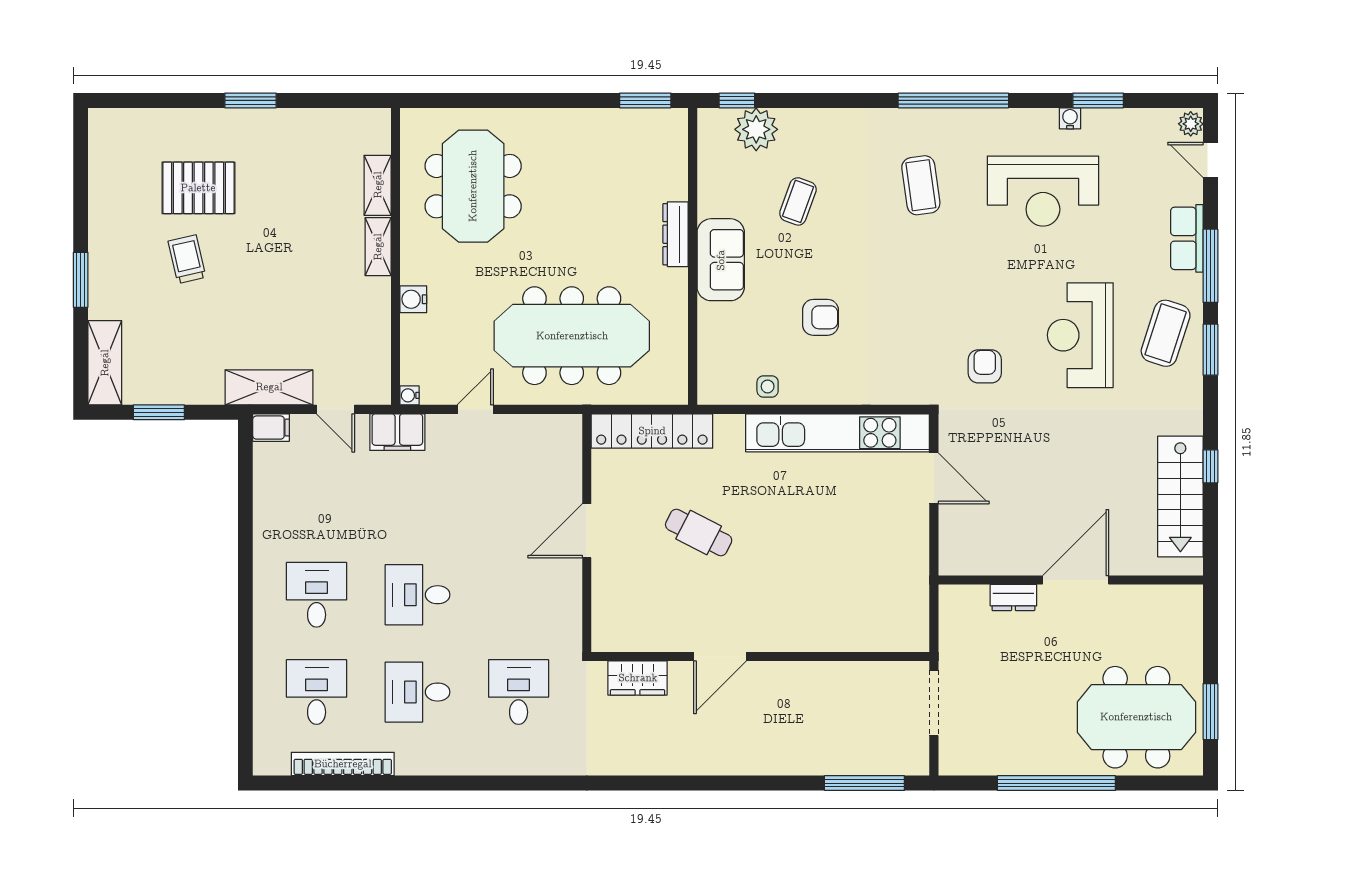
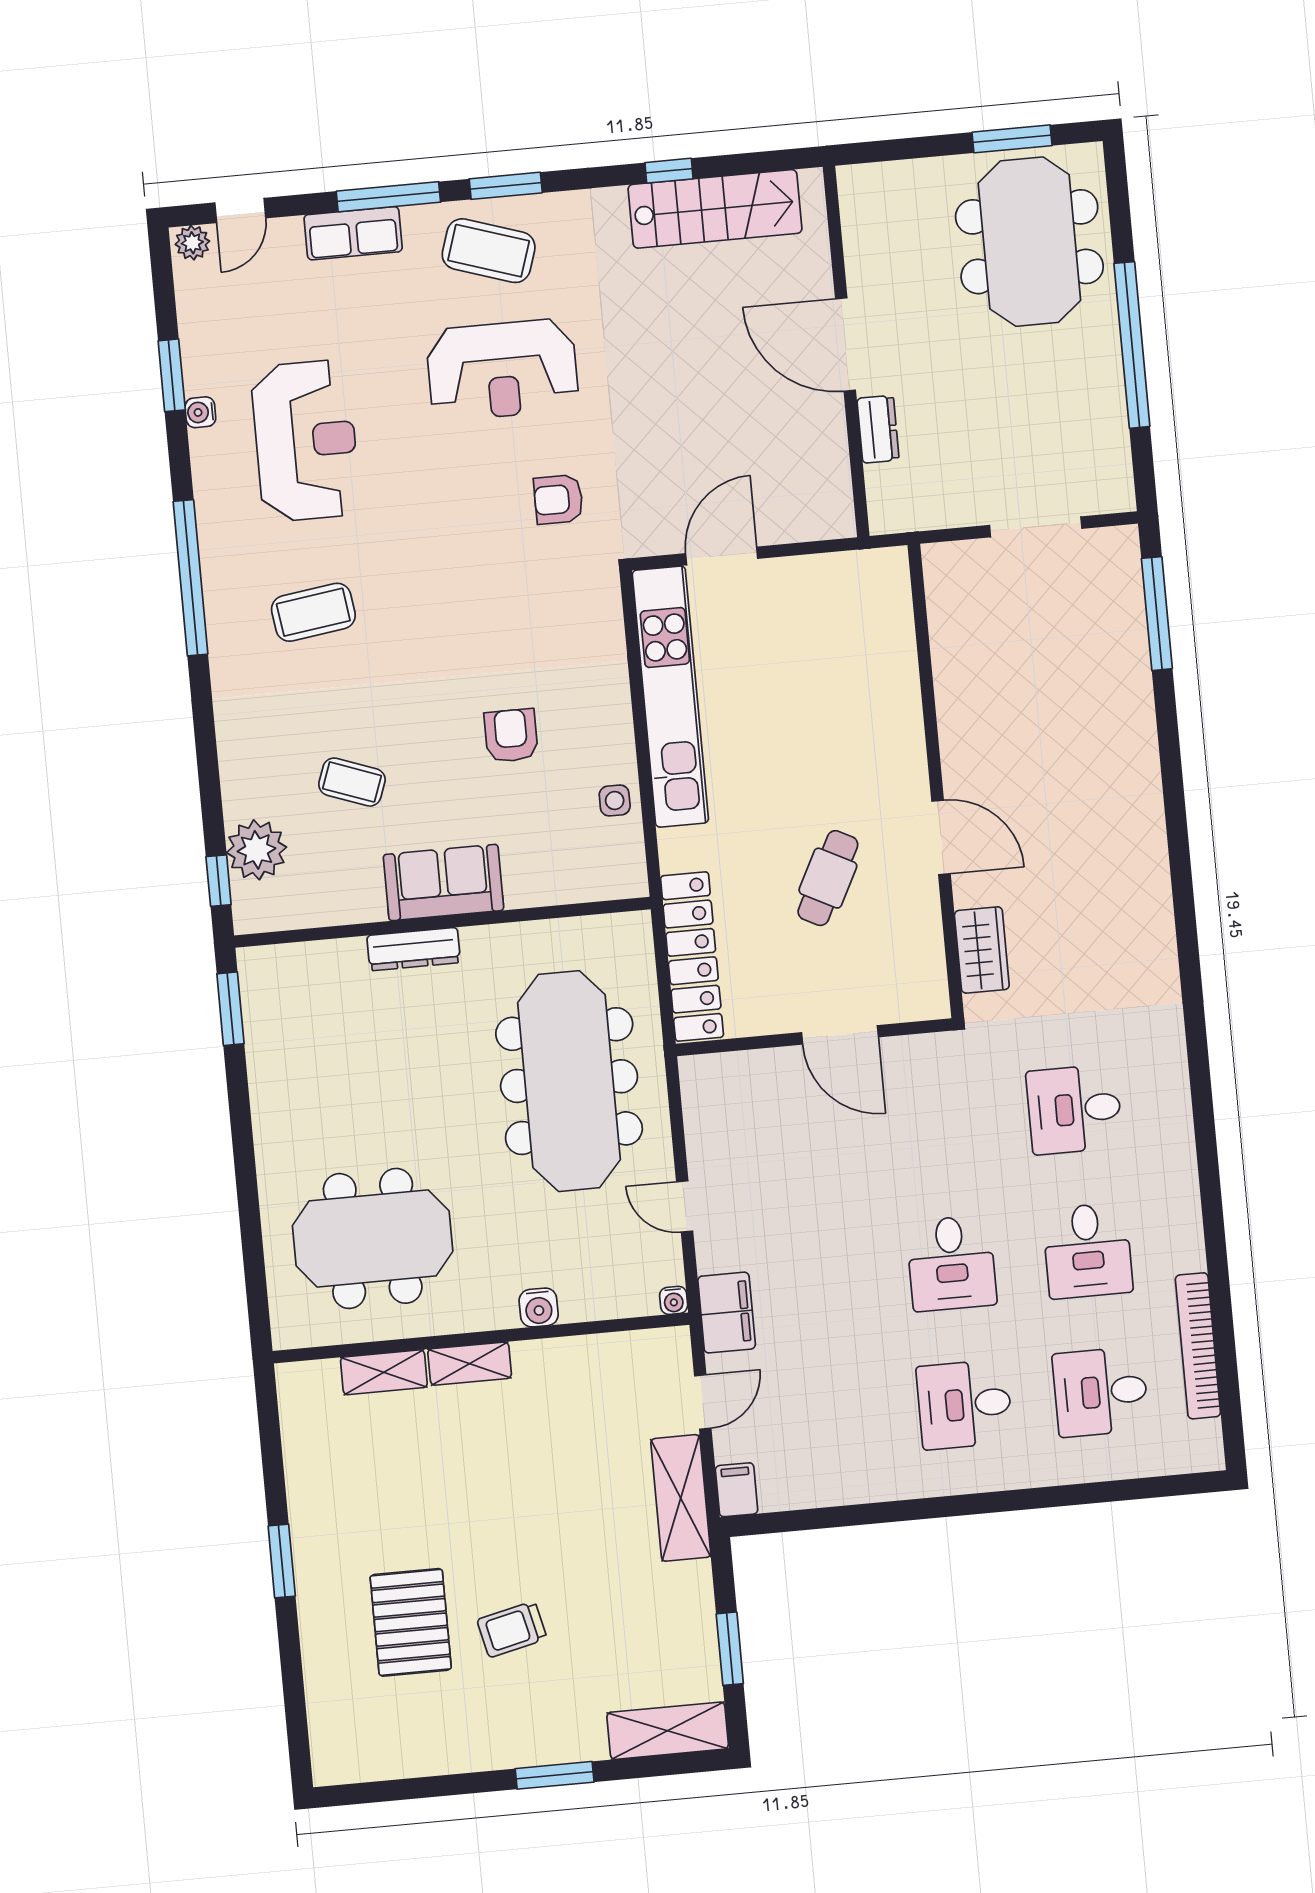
door: (720, 657) -> (941, 837), moved
wall: (760, 657) -> (936, 781), moved
wardrobe: (638, 678) -> (982, 950), moved

